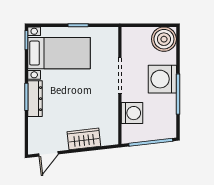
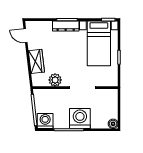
boiler: (164, 39) -> (113, 124), width x0.54, depth x0.54
plant: (109, 113) -> (55, 80), added
washing machine: (132, 113) -> (45, 121), moved, turned 180

